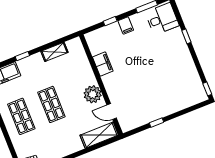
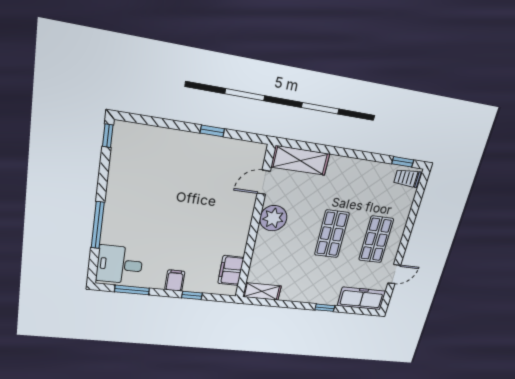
window: (186, 36) -> (98, 225), width x2.17
shelving: (54, 52) -> (262, 291), moved
filing cabinet: (103, 64) -> (231, 270), moved
door: (112, 111) -> (264, 182), swing flipped

